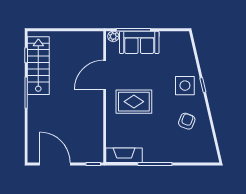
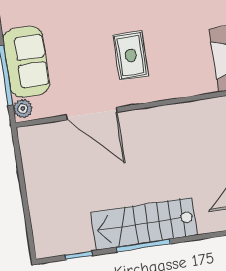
stairs: (38, 66) -> (144, 224), moved
rug: (134, 102) -> (131, 55), width x0.73, depth x0.70

